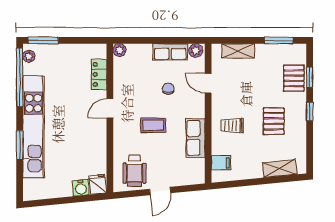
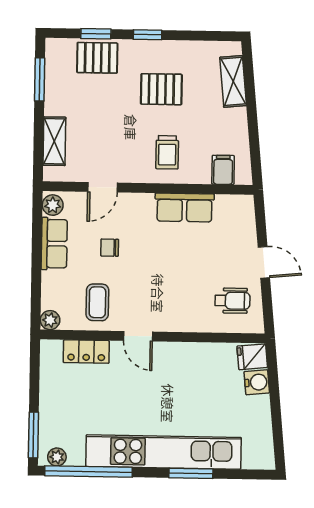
coffee table: (153, 125) -> (97, 302), moved
wheelchair: (134, 171) -> (232, 301), width x0.73, depth x0.73

